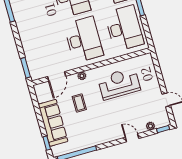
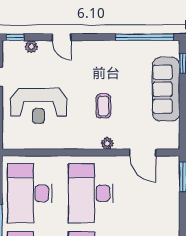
door: (57, 76) -> (143, 153), swing flipped
reception desk: (119, 84) -> (38, 106), moved
coffee table: (79, 103) -> (103, 106), moved

